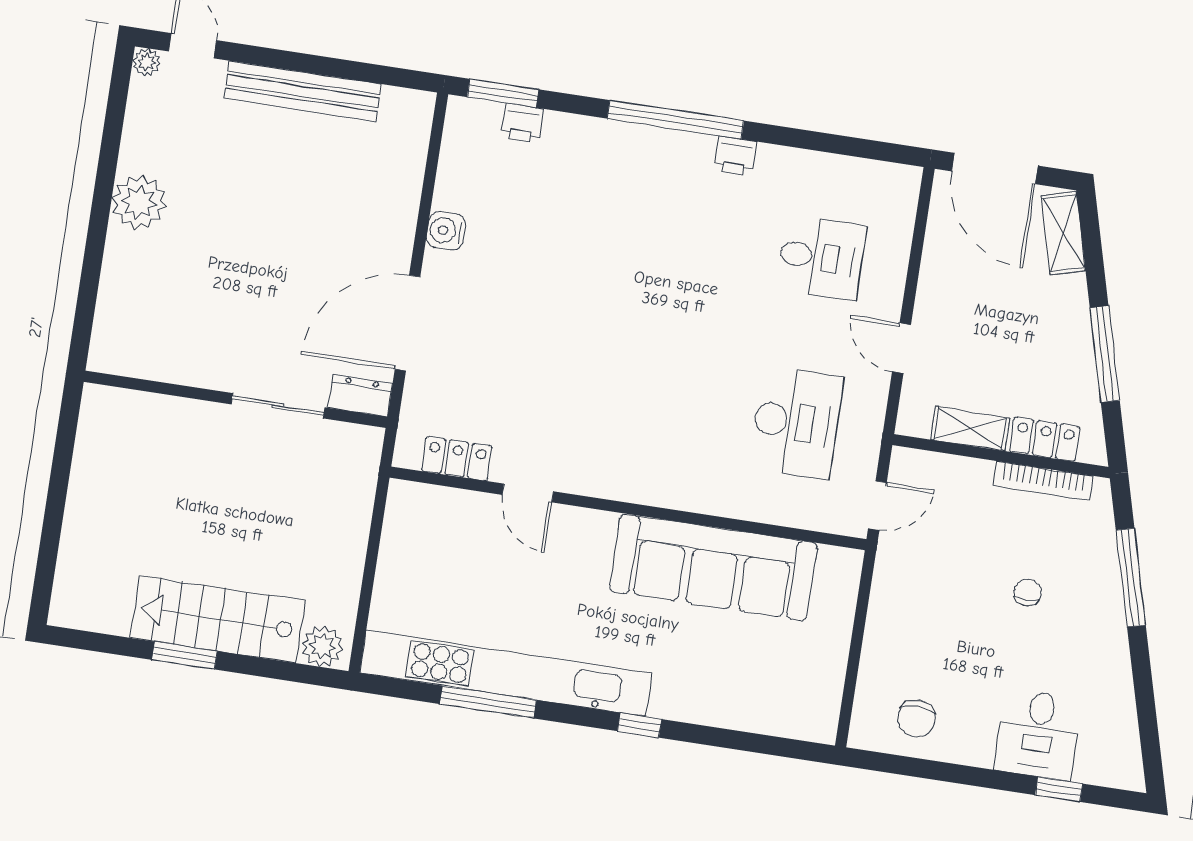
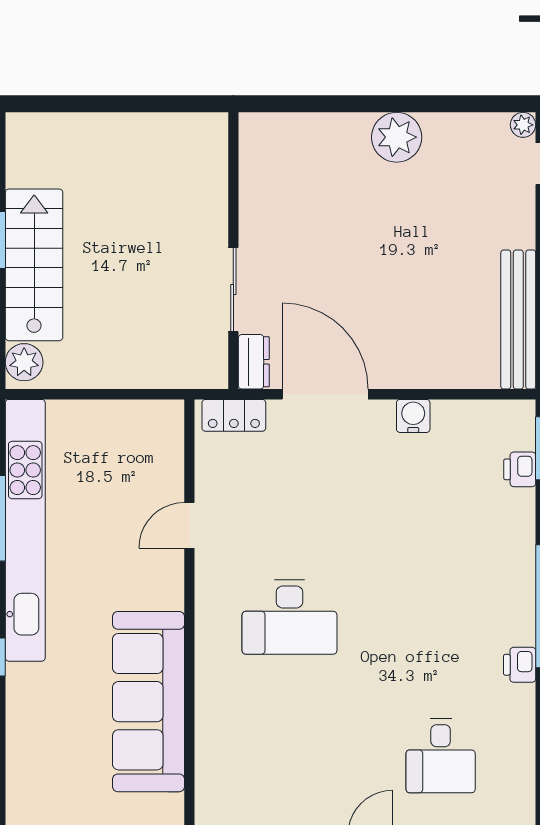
bench: (303, 91) -> (518, 320), moved
desk: (796, 422) -> (289, 617), moved
locker: (457, 459) -> (234, 415), moved, turned 90

